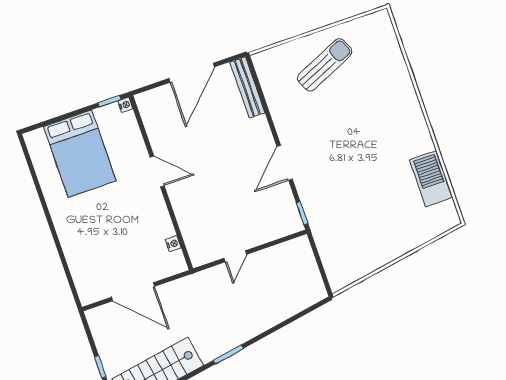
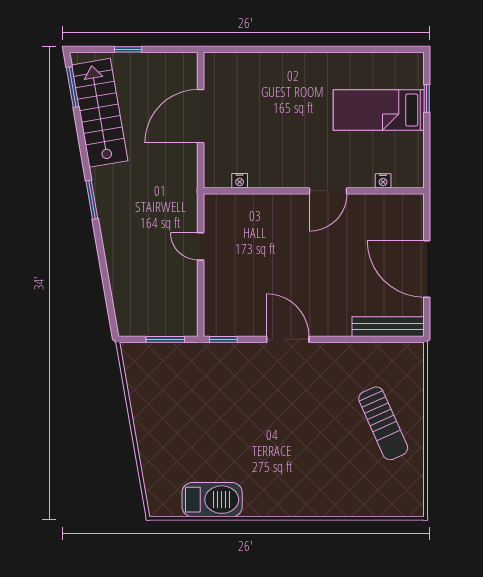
window: (109, 101) -> (427, 98), moved
nightstand: (125, 105) -> (383, 181), moved
bed: (80, 154) -> (379, 110), width x0.67
window: (318, 259) -> (165, 339), added

